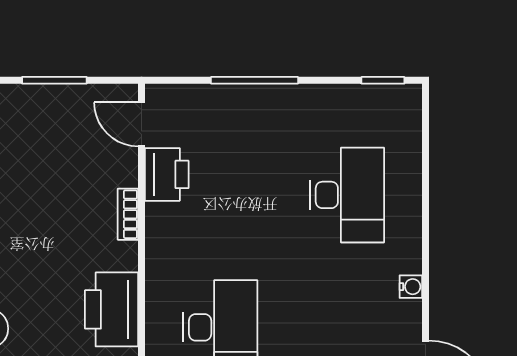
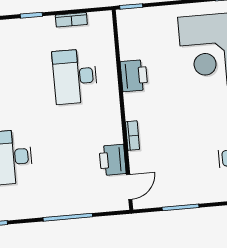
door: (142, 124) -> (129, 187), hinge flipped
printer: (112, 309) -> (134, 76), width x0.73, depth x0.84

